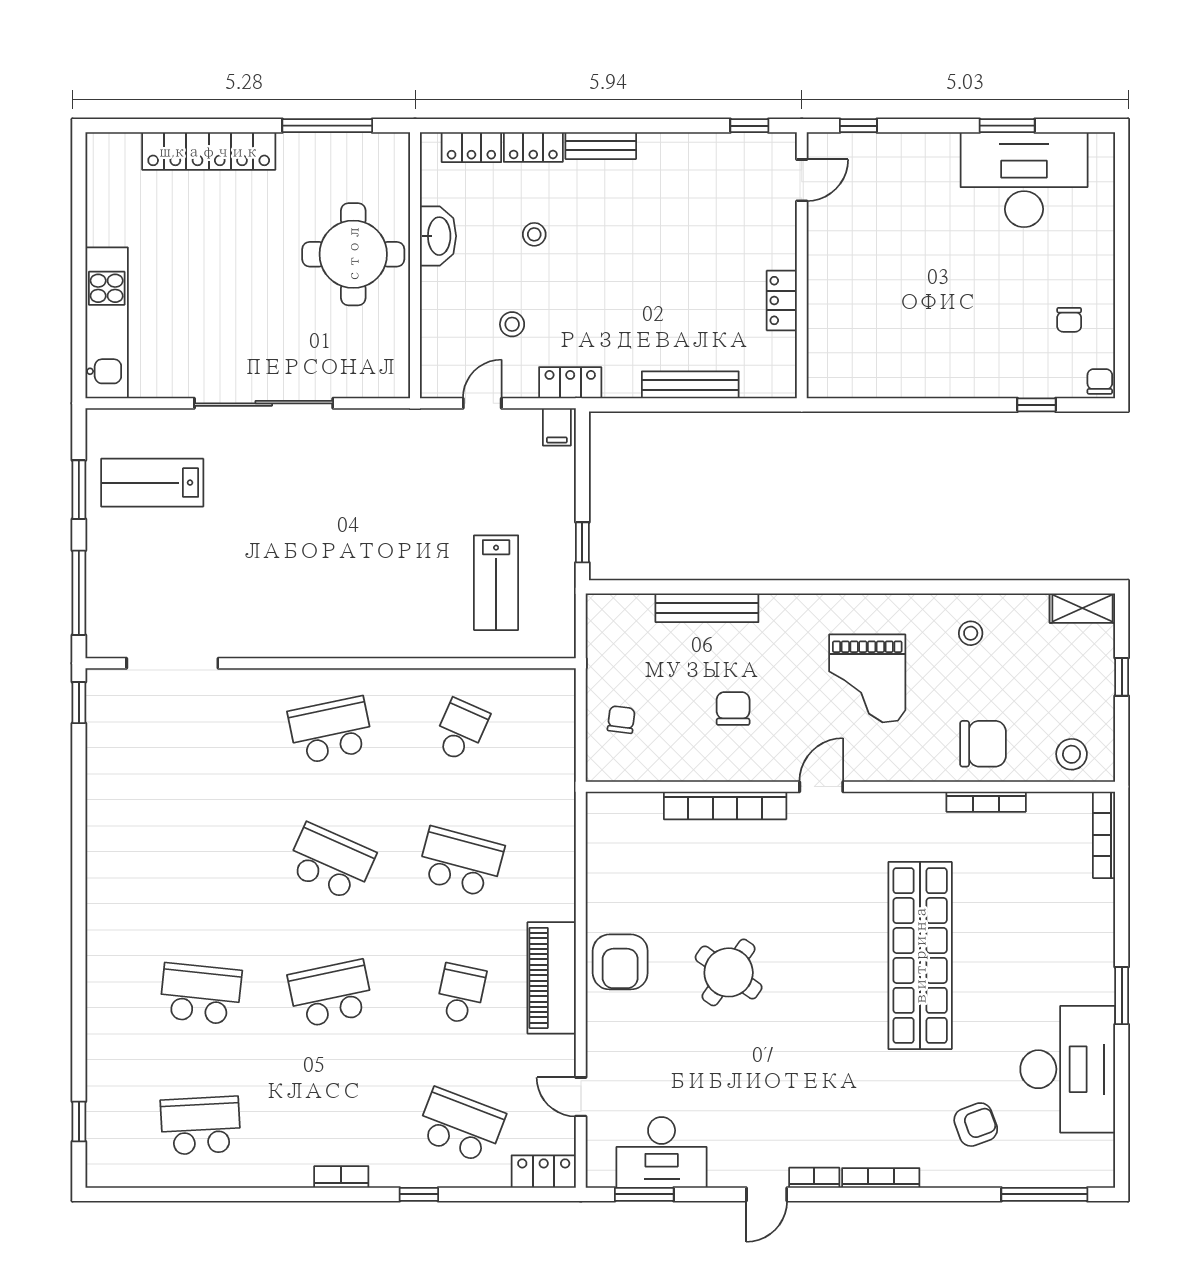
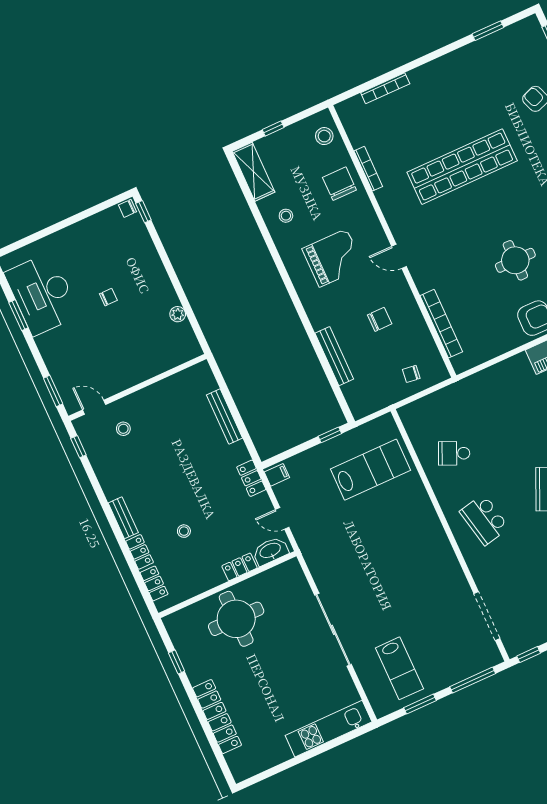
window: (327, 126) -> (177, 662), width x0.46
window: (858, 126) -> (53, 391), width x1.50
washbasin: (438, 236) -> (270, 551), moved
locker: (782, 301) -> (239, 567), moved, turned 180
chair: (1069, 320) -> (108, 297), moved
stool: (512, 324) -> (123, 429), moved
plant: (891, 385) -> (178, 314), added
window: (1036, 405) -> (143, 212), moved
lab bench: (496, 583) -> (371, 470), width x1.36, depth x1.39
shelving: (1082, 608) -> (253, 172), width x1.50, depth x1.33
chair: (733, 709) -> (380, 319), turned 180
bookcase: (725, 805) -> (441, 324), moved
bookcase: (1104, 835) -> (385, 88), moved
school desk: (461, 862) -> (521, 423), removed
round table: (729, 972) -> (515, 260), turned -35
window: (1122, 996) -> (488, 31), moved
desk: (1068, 1069) -> (486, 65), removed

